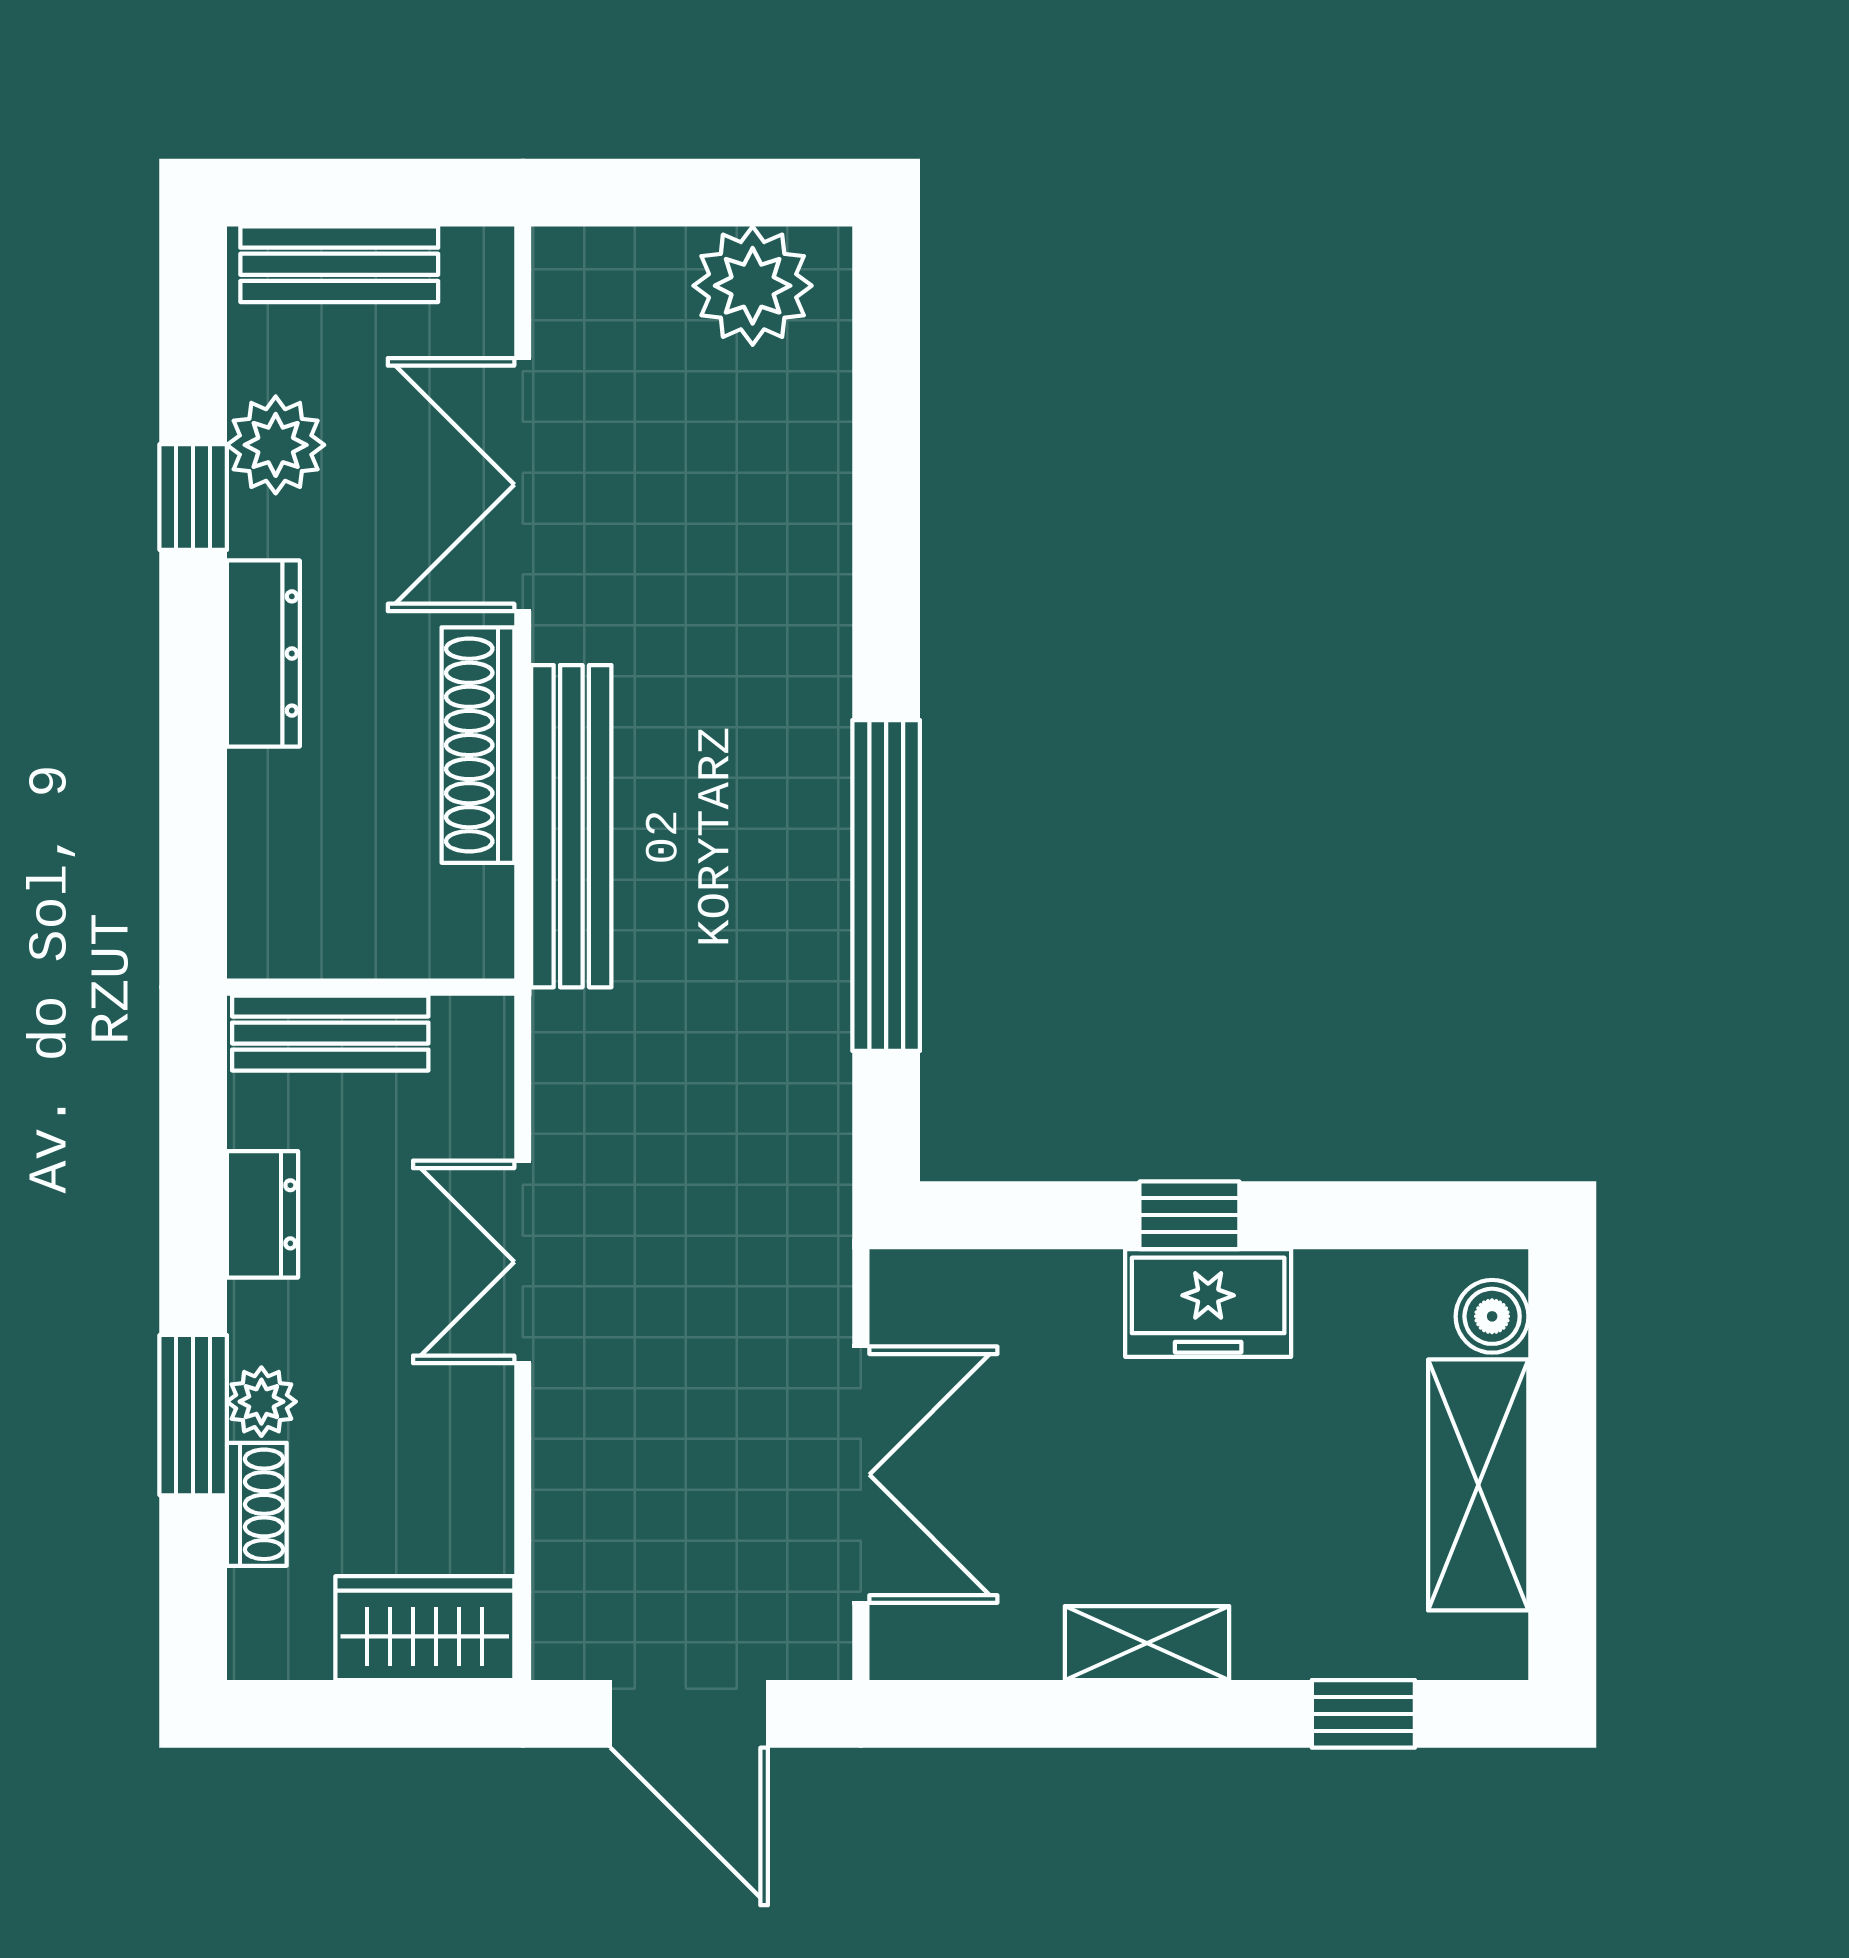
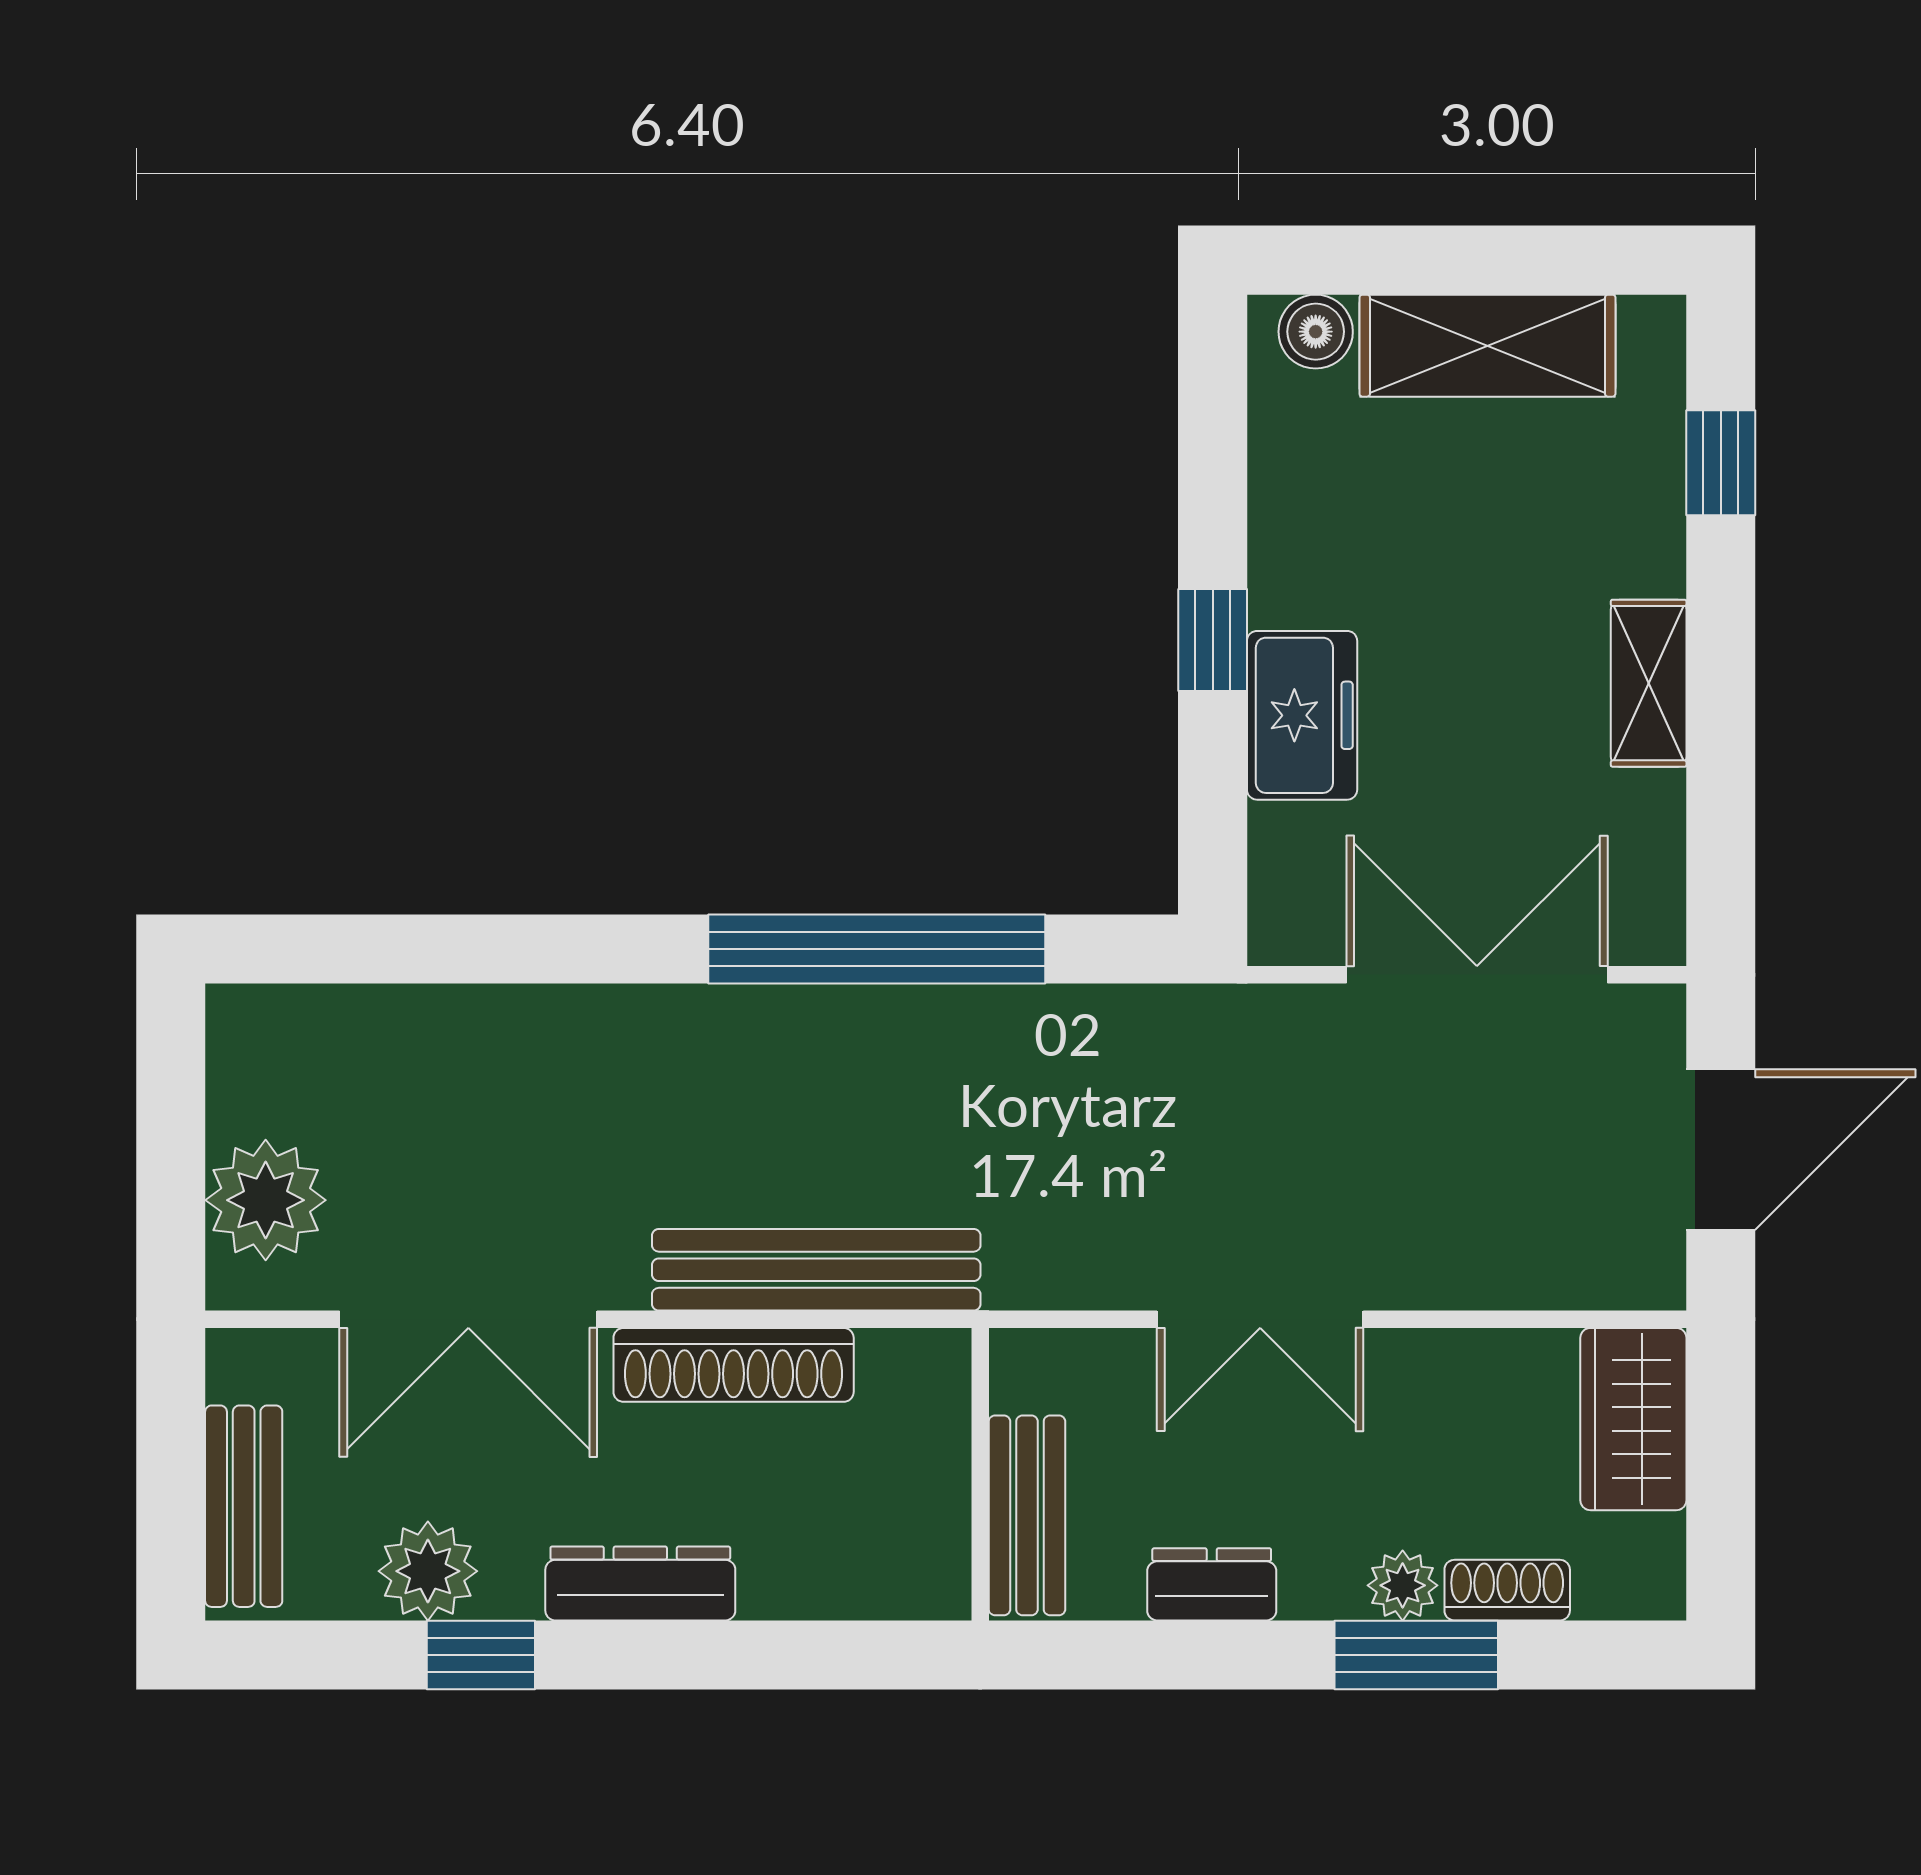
plant: (753, 286) -> (266, 1200), moved
freezer: (1208, 1303) -> (1302, 715), moved

